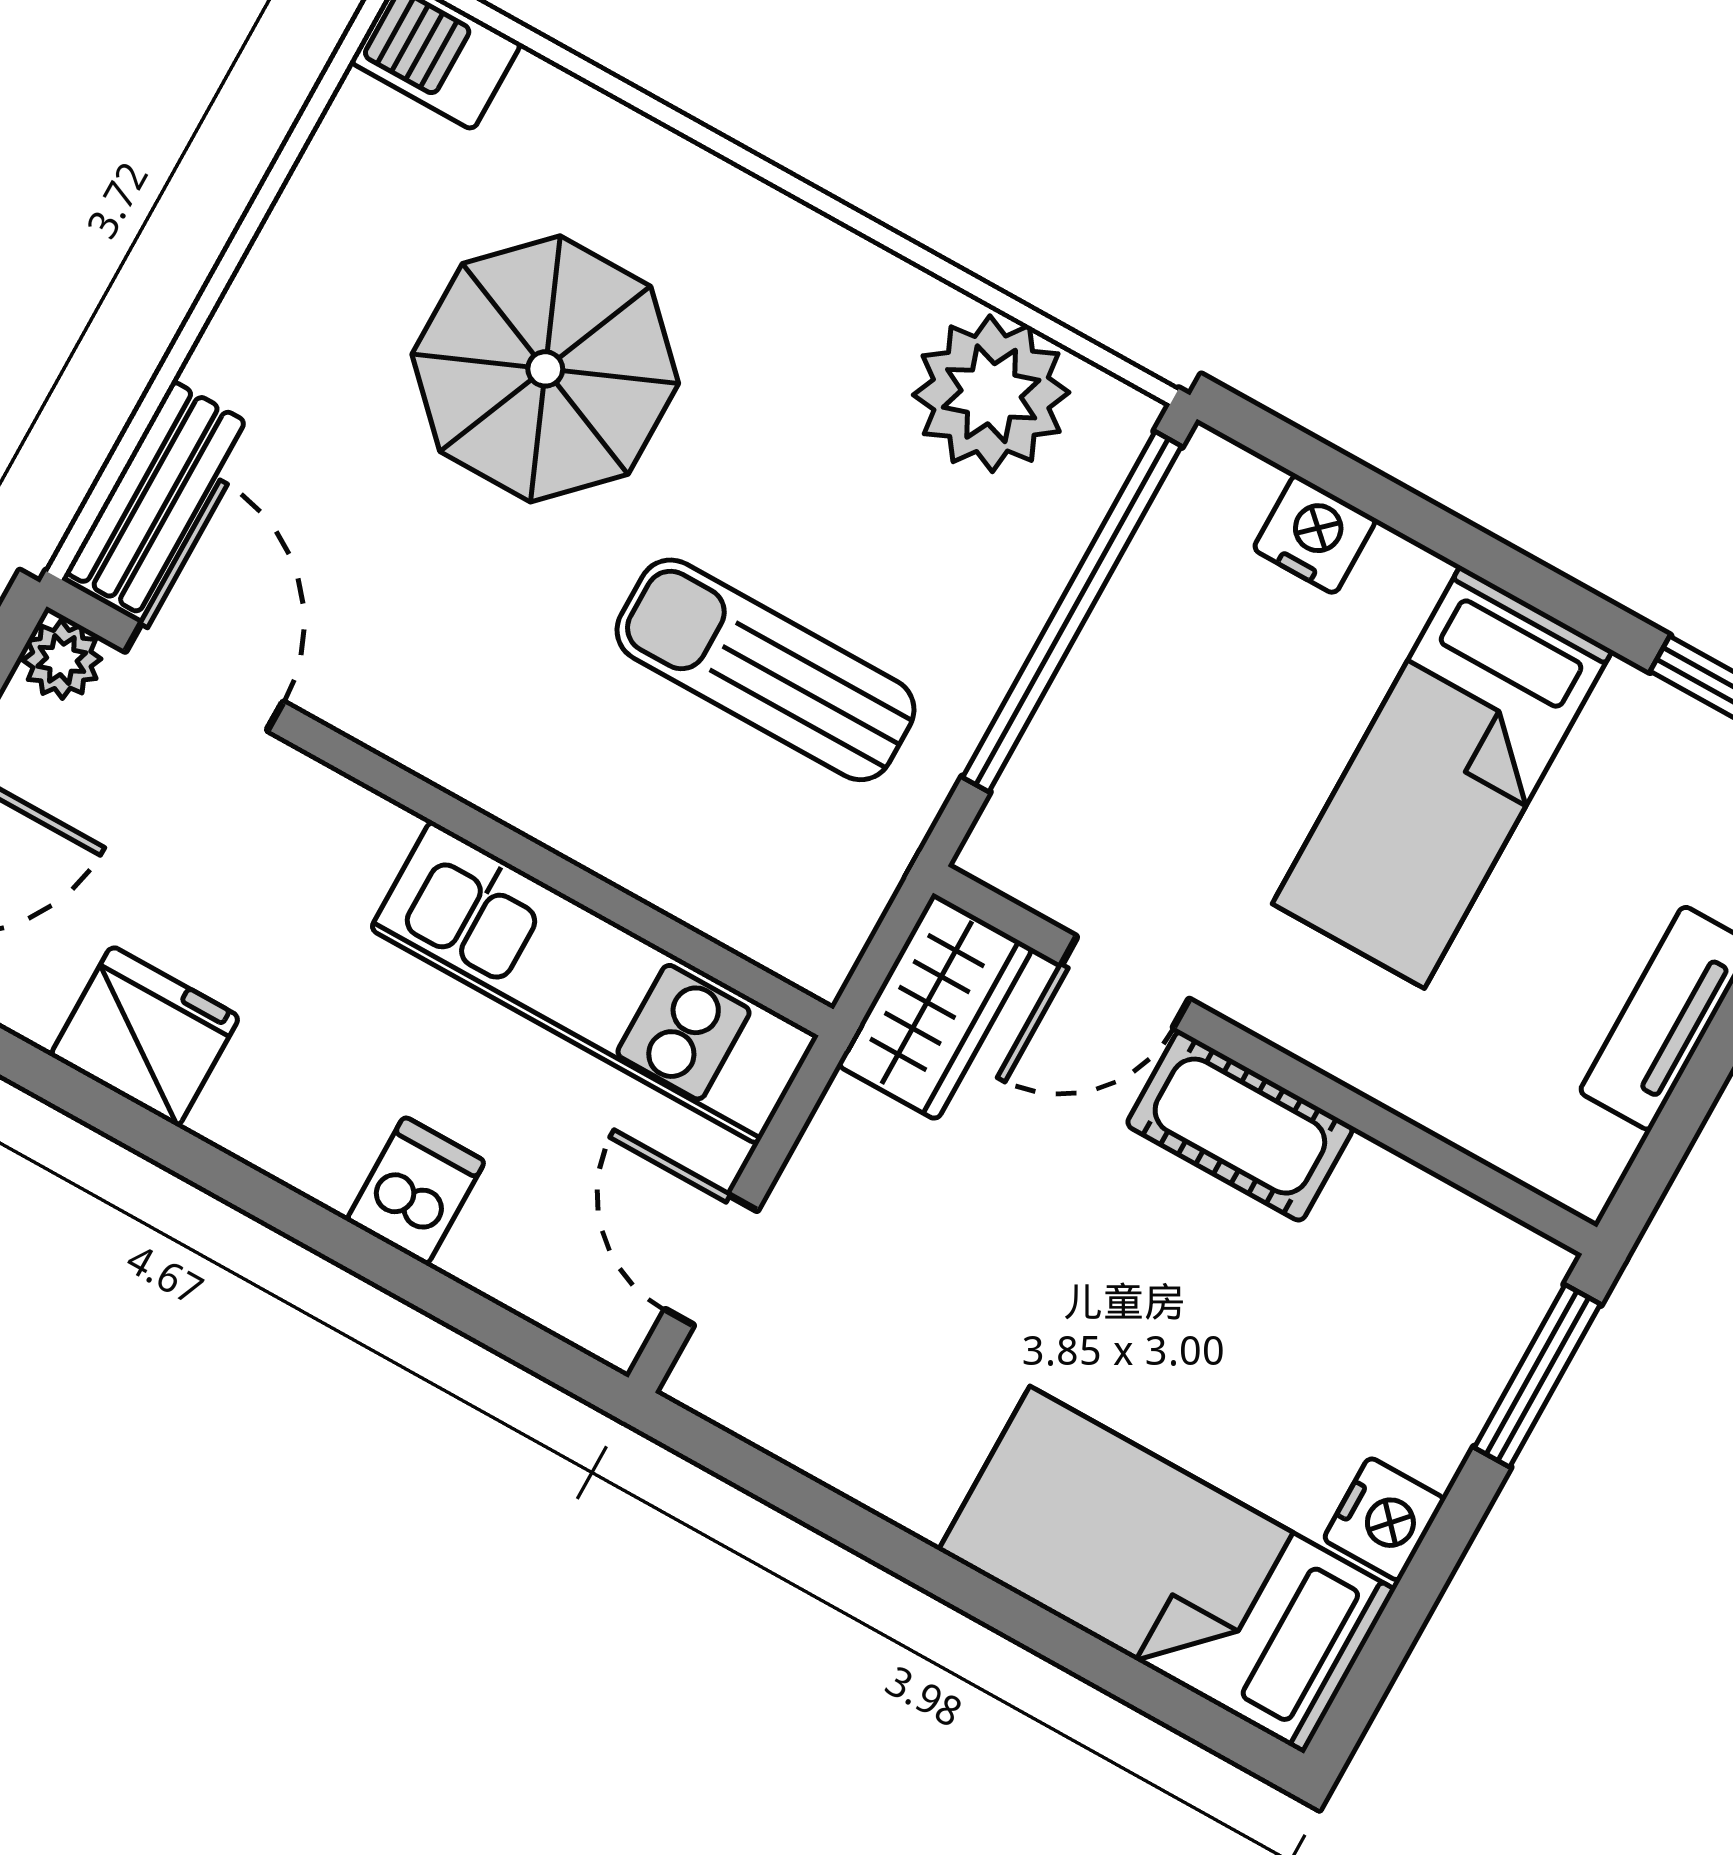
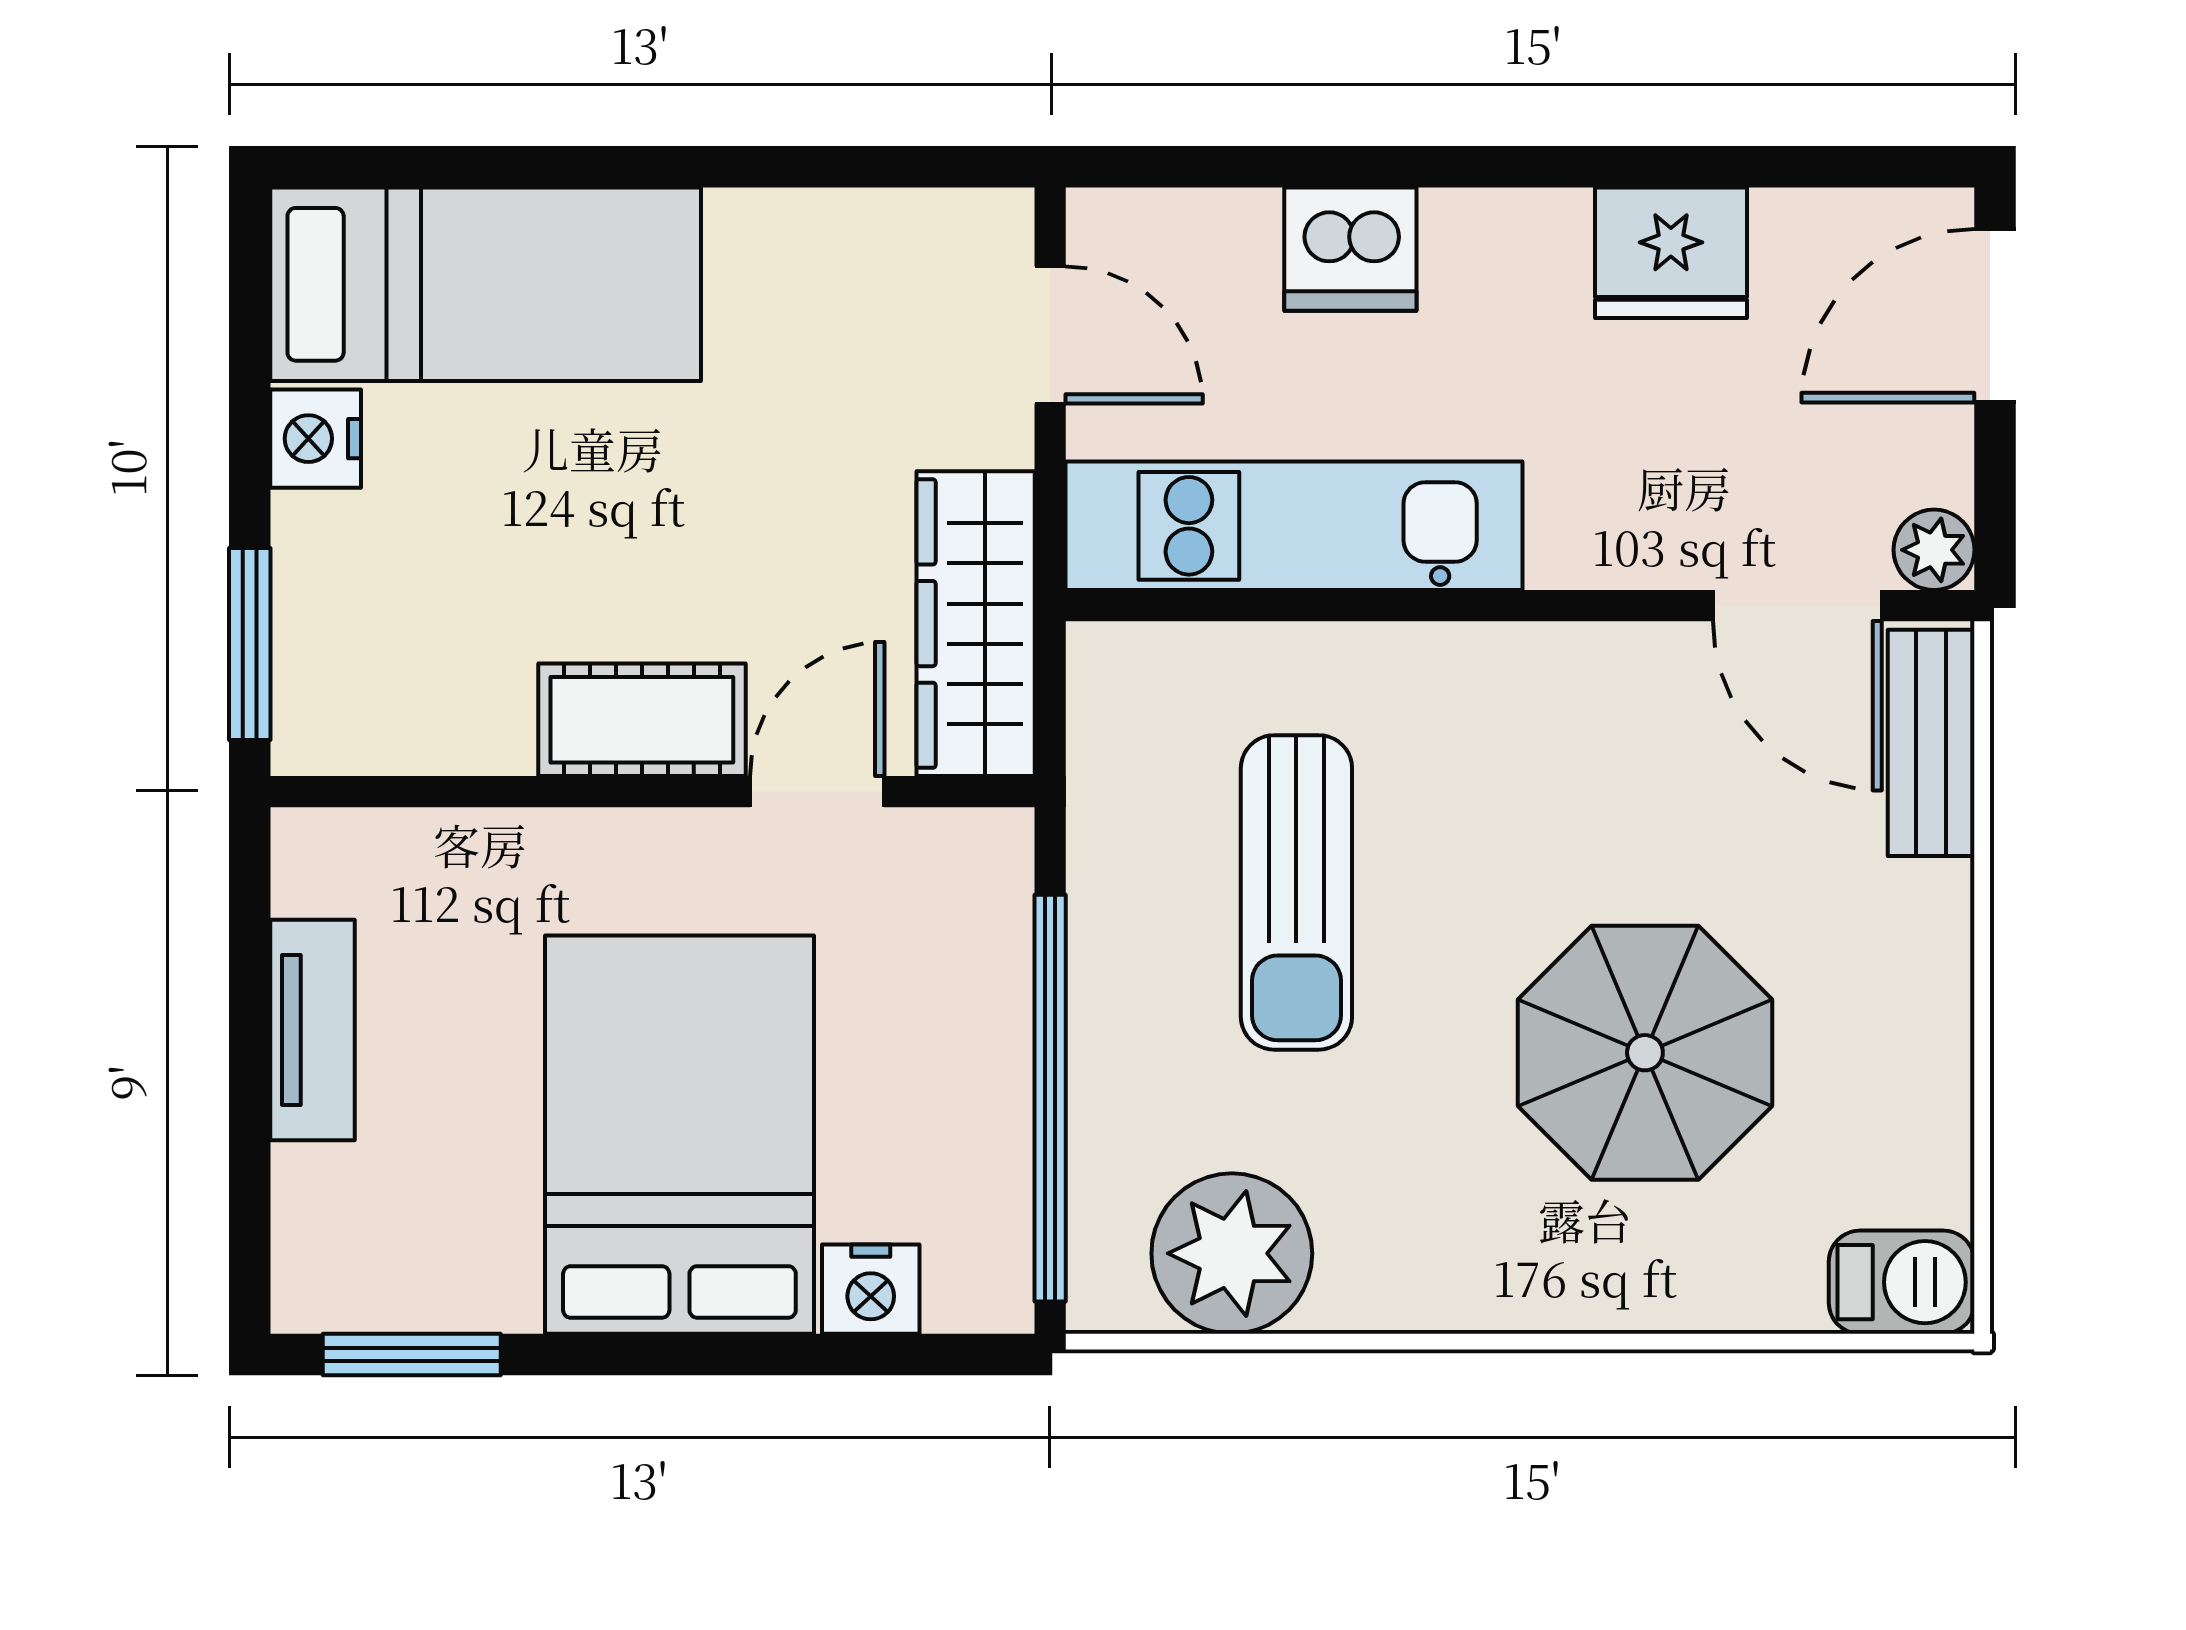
sun lounger: (766, 670) -> (1296, 892), turned 90
bed: (1442, 777) -> (679, 1135), width x1.50
wardrobe: (935, 1007) -> (976, 624), width x1.50
dishwasher: (416, 1191) -> (1350, 249), width x1.38

